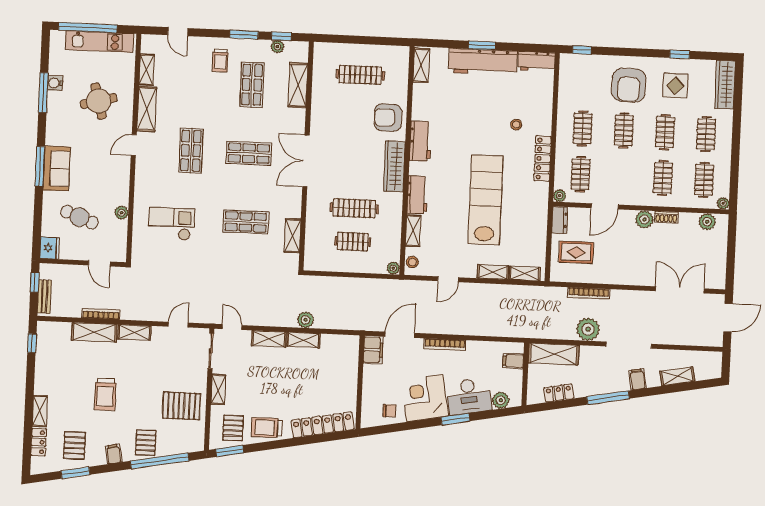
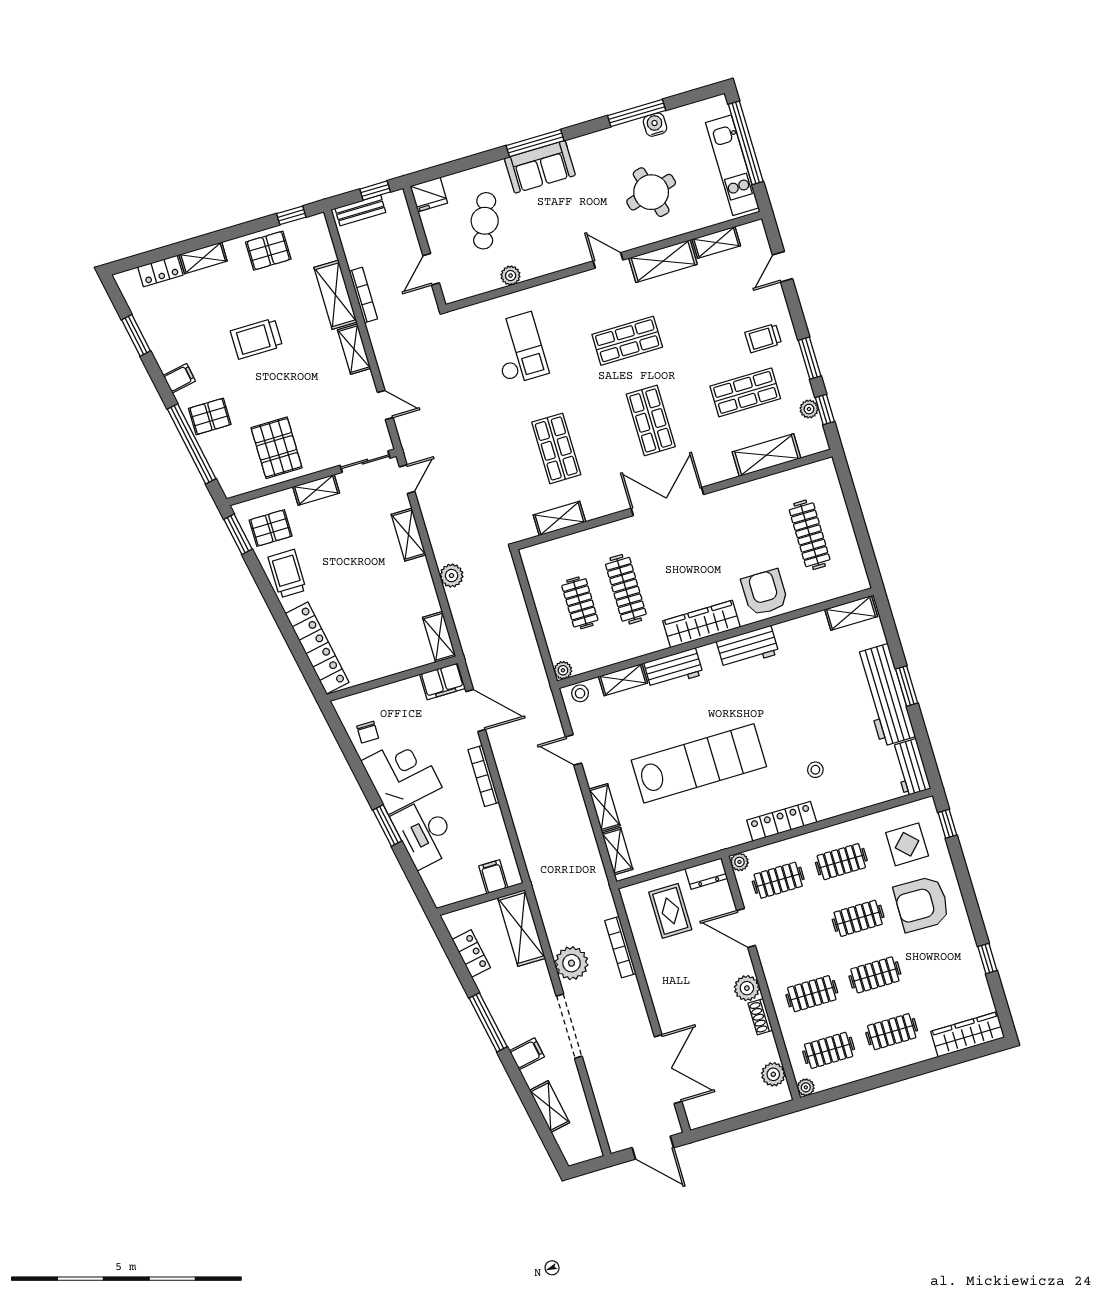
display table: (675, 86) -> (907, 844), moved
shelving: (303, 340) -> (439, 637), moved
plant: (501, 400) -> (434, 878), removed
pallet: (74, 445) -> (268, 251), moved

